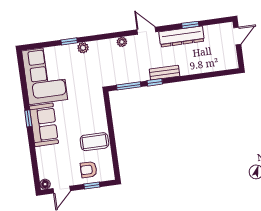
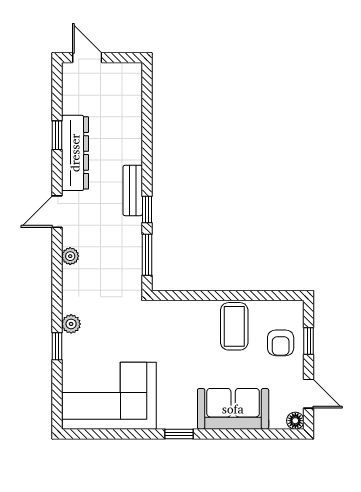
sofa: (44, 125) -> (233, 409), moved

